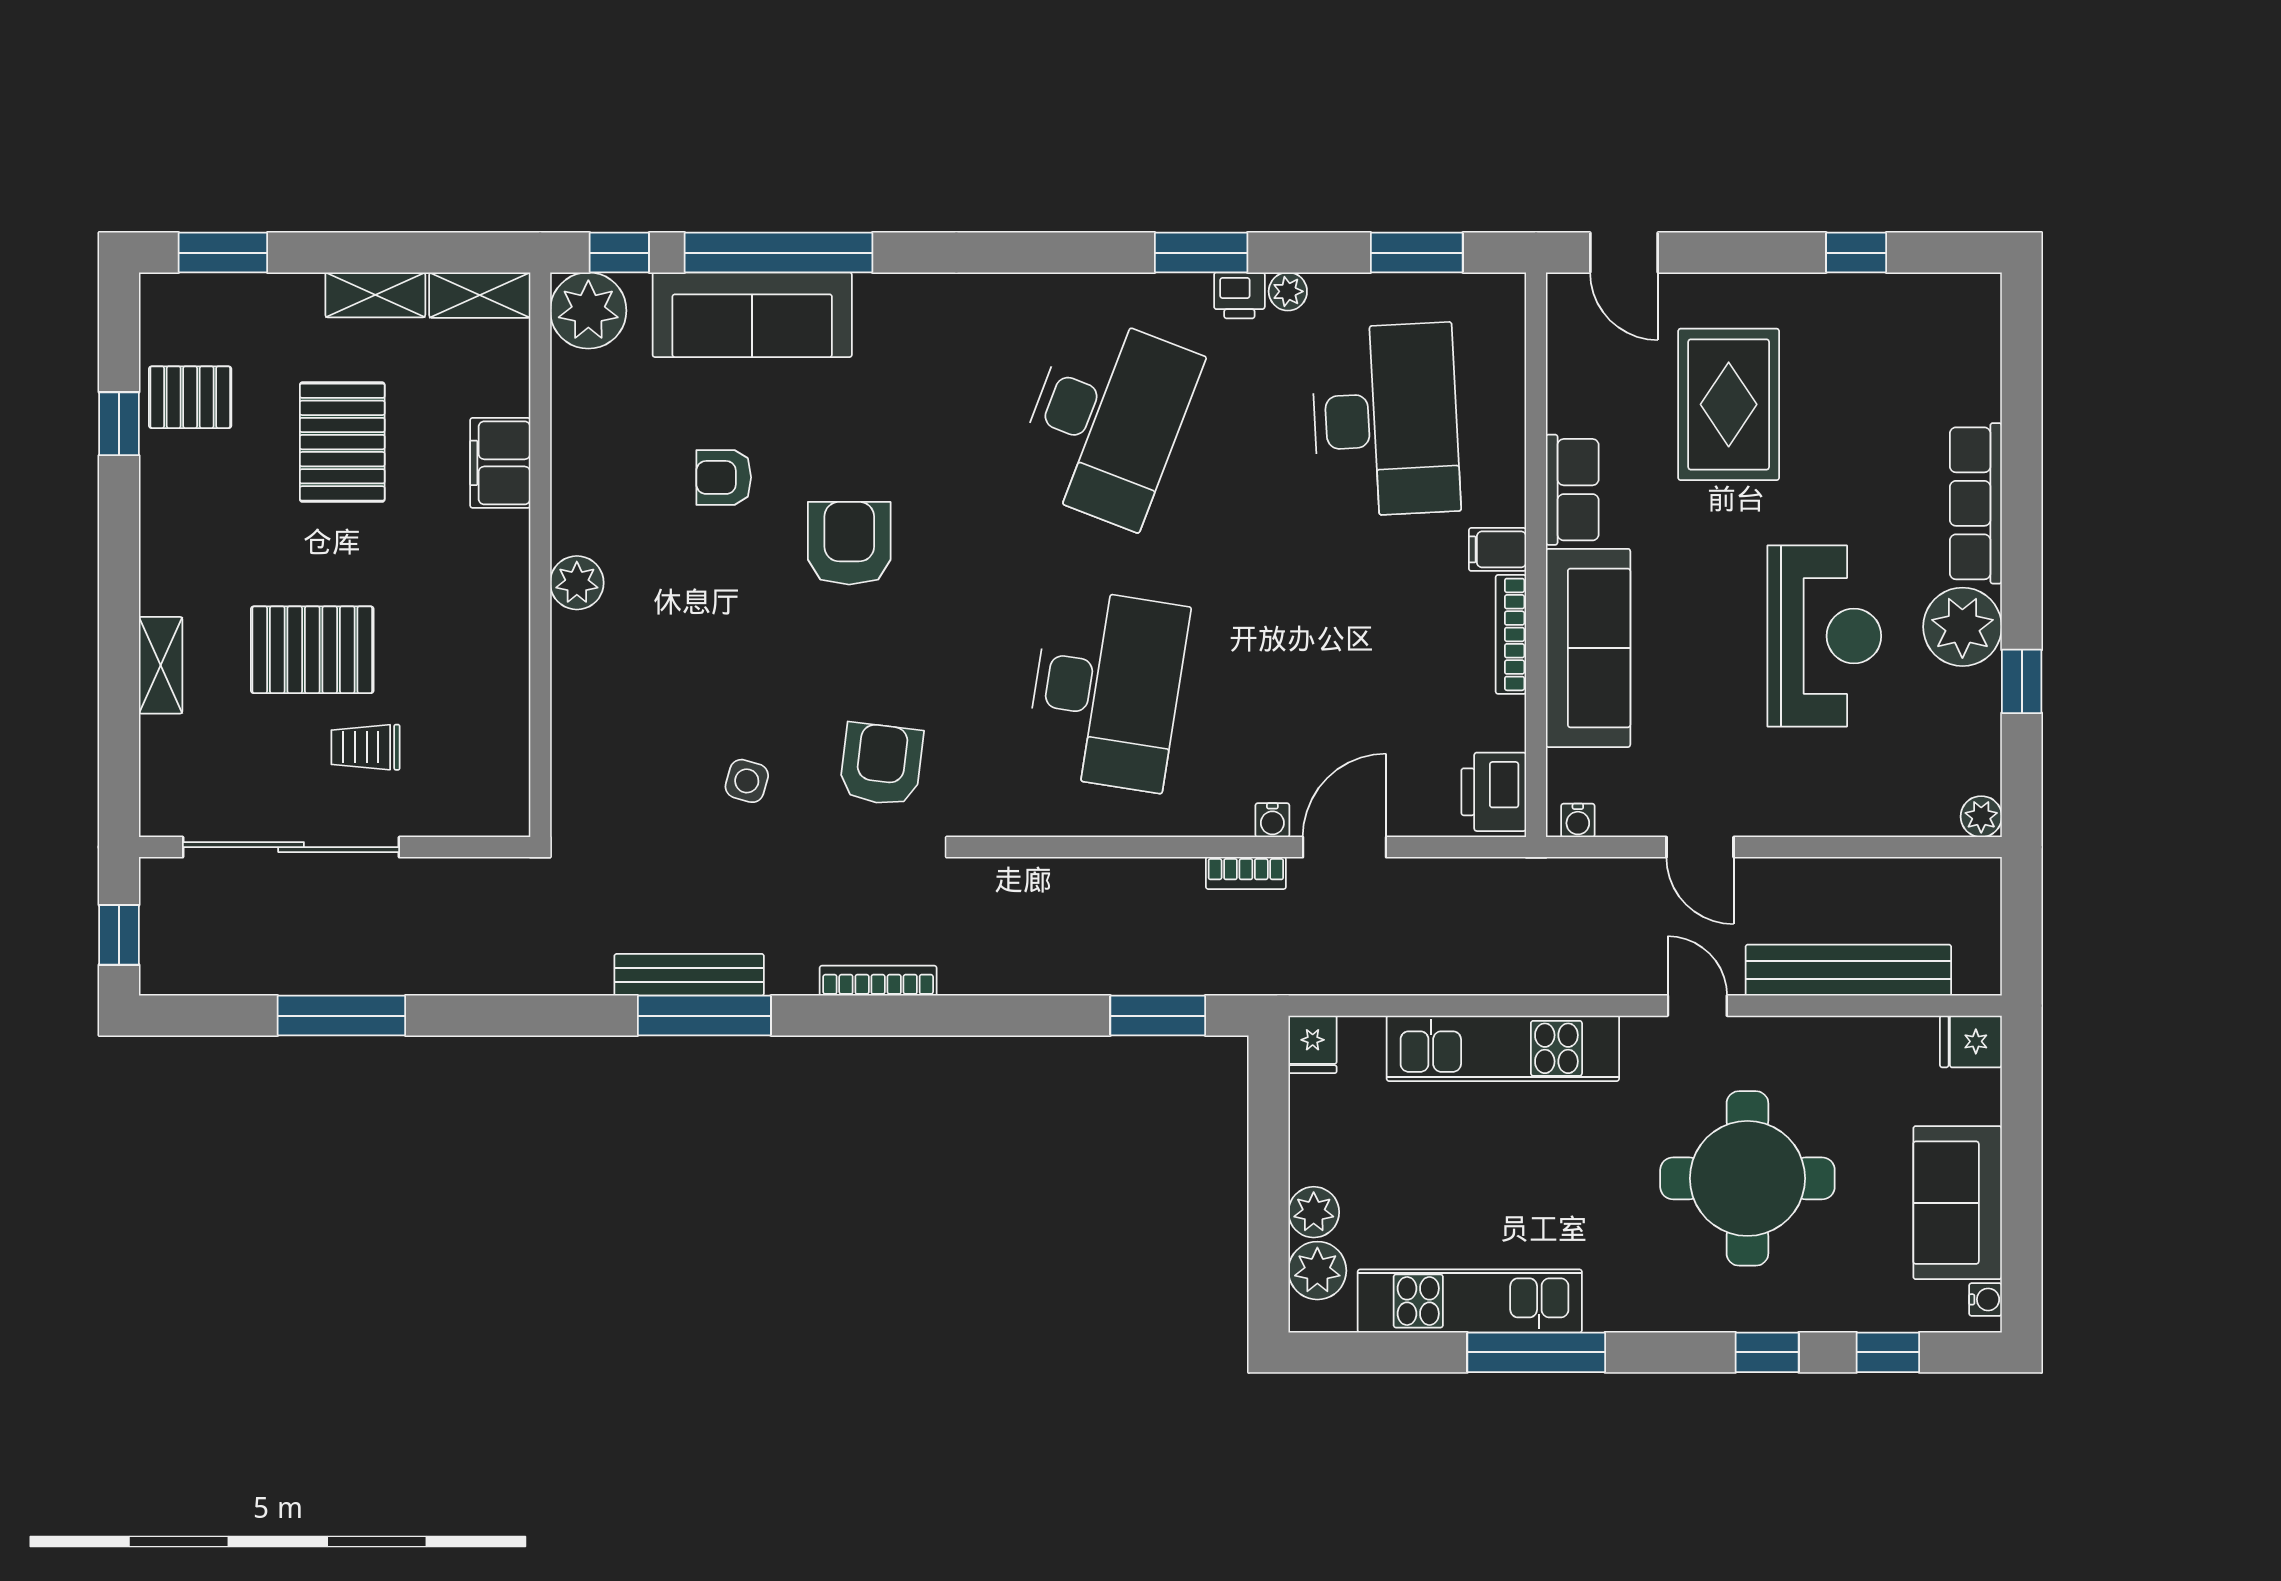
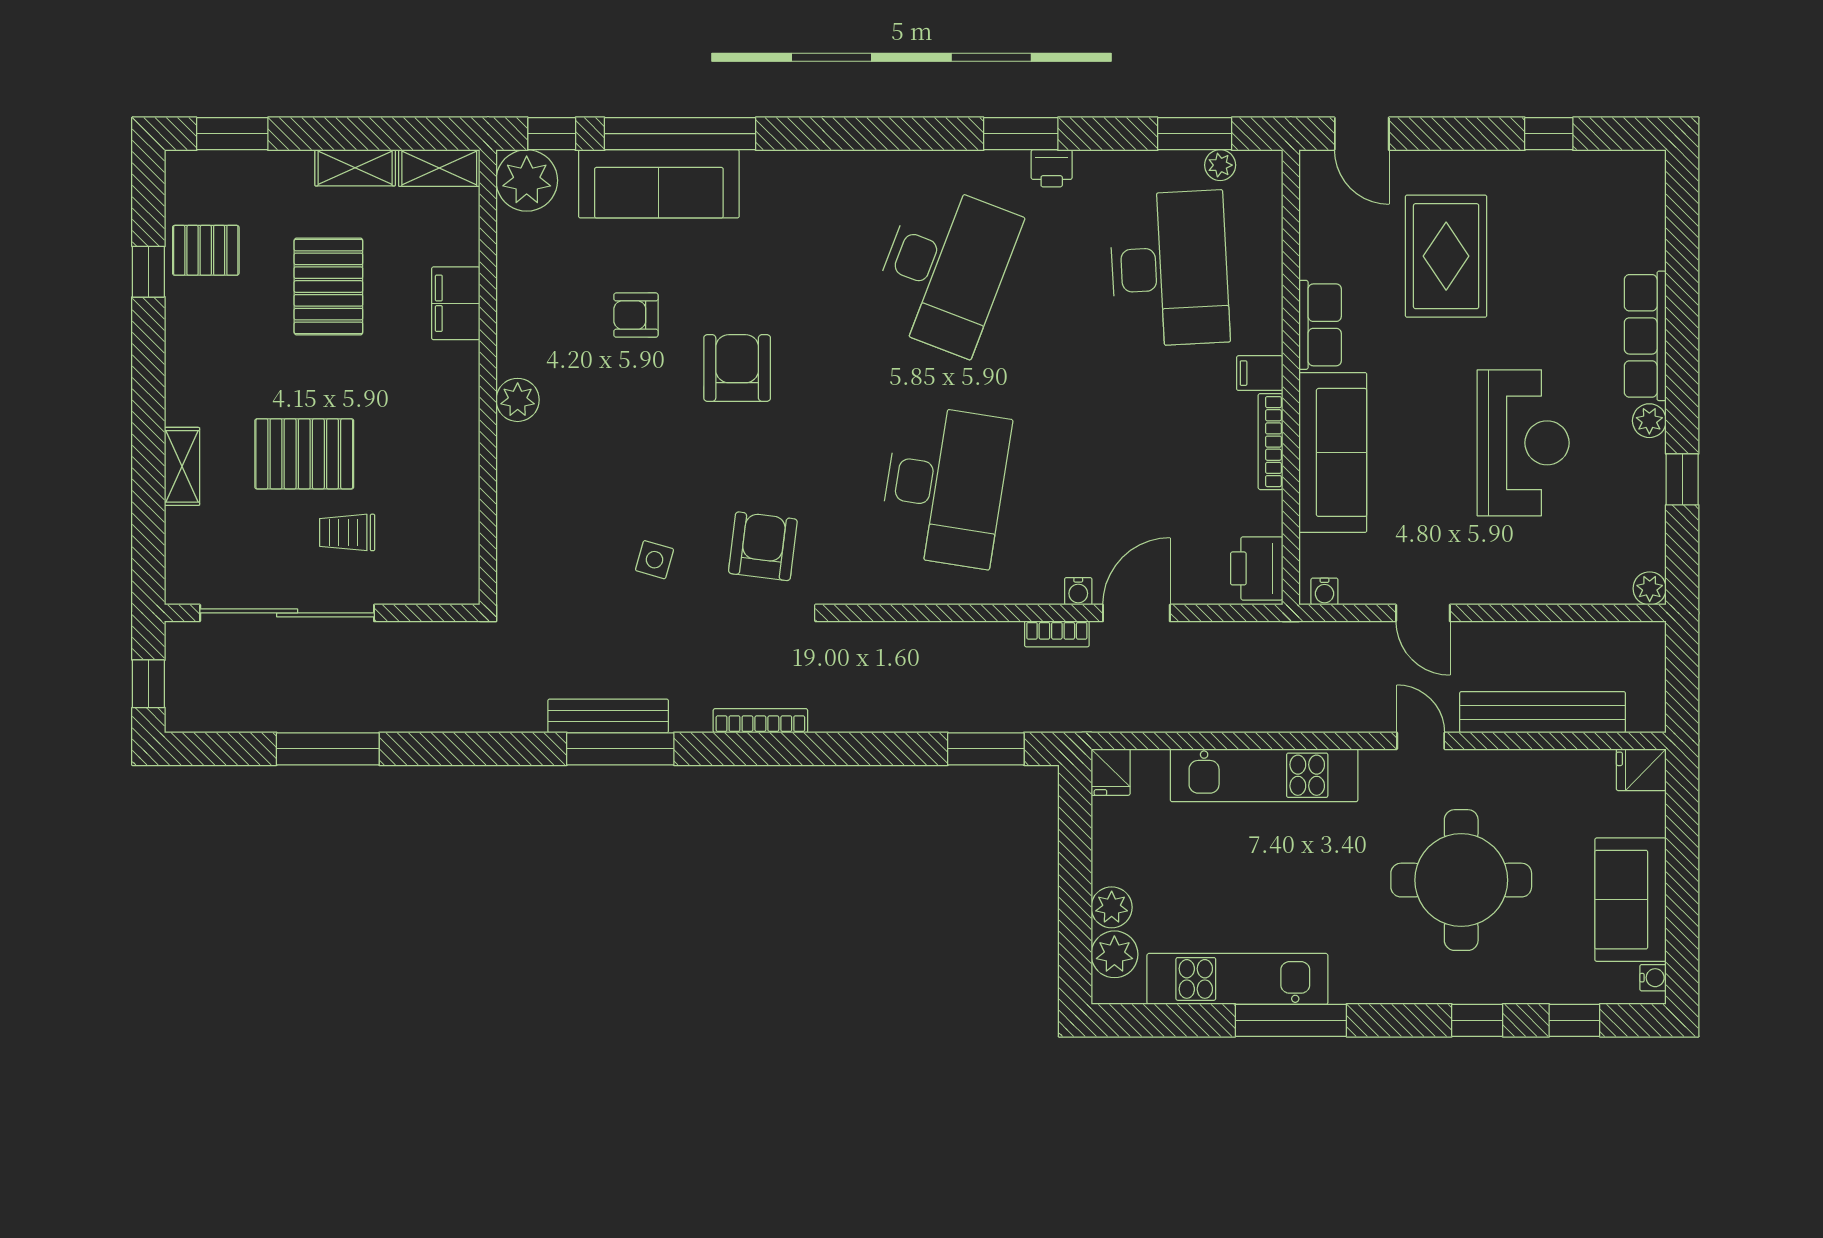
plant: (1288, 291) -> (1220, 165), moved
plant: (1962, 627) -> (1649, 421), width x0.53, depth x0.53

